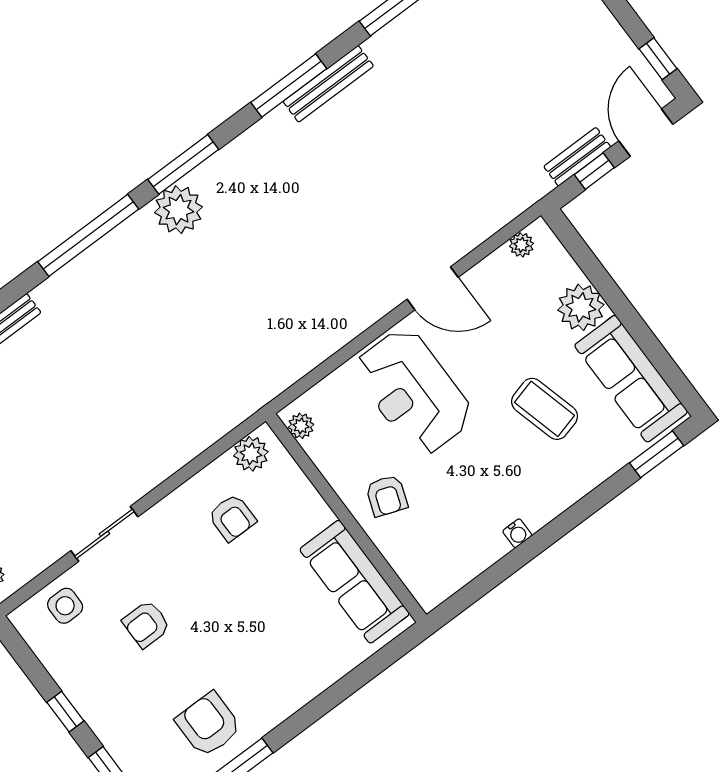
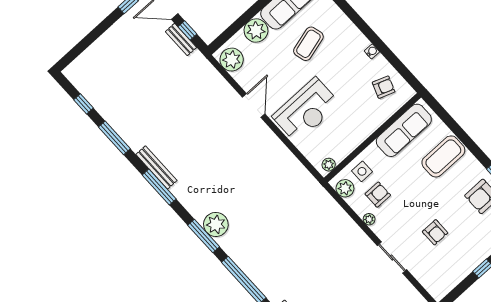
plant: (178, 210) -> (216, 224), moved
plant: (521, 245) -> (232, 60), width x1.88, depth x1.88
plant: (185, 496) -> (369, 219), added
armchair: (387, 496) -> (384, 87), moved
side table: (65, 606) -> (362, 171), moved
coffee table: (295, 655) -> (443, 156), added

